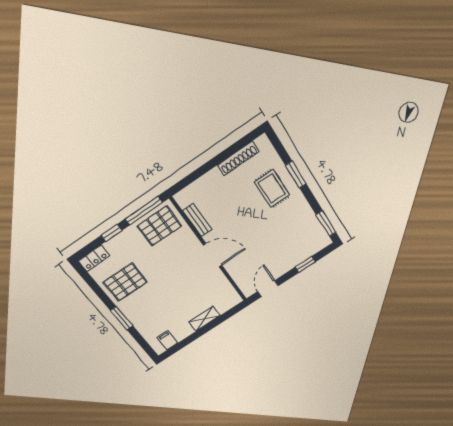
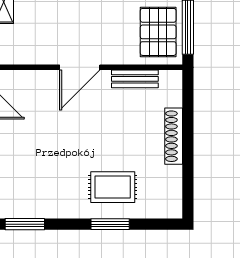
shoe rack: (238, 158) -> (174, 136), moved

